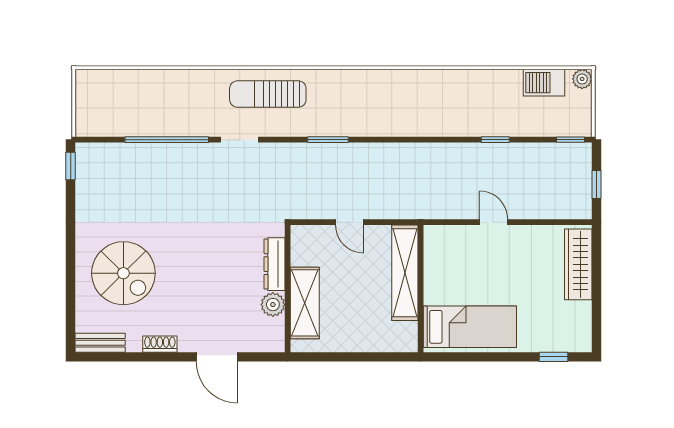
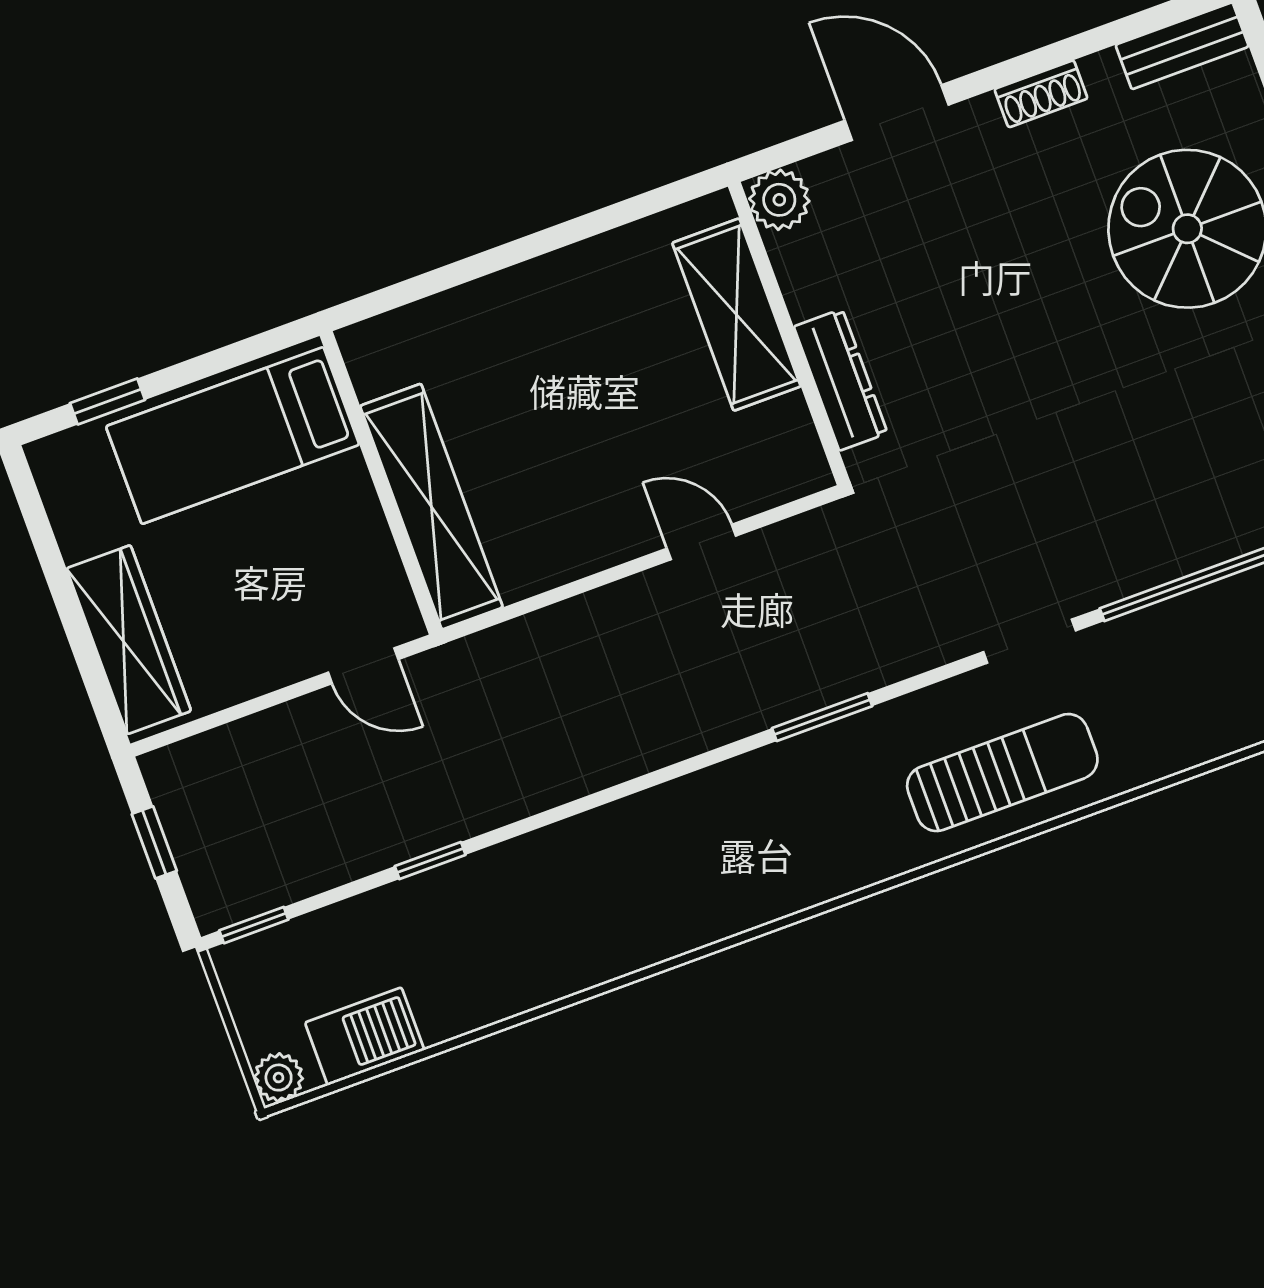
shelving: (405, 273) -> (431, 507), moved
wall: (421, 289) -> (381, 483), moved
plant: (273, 305) -> (779, 200), moved
bed: (470, 327) -> (233, 436), moved

